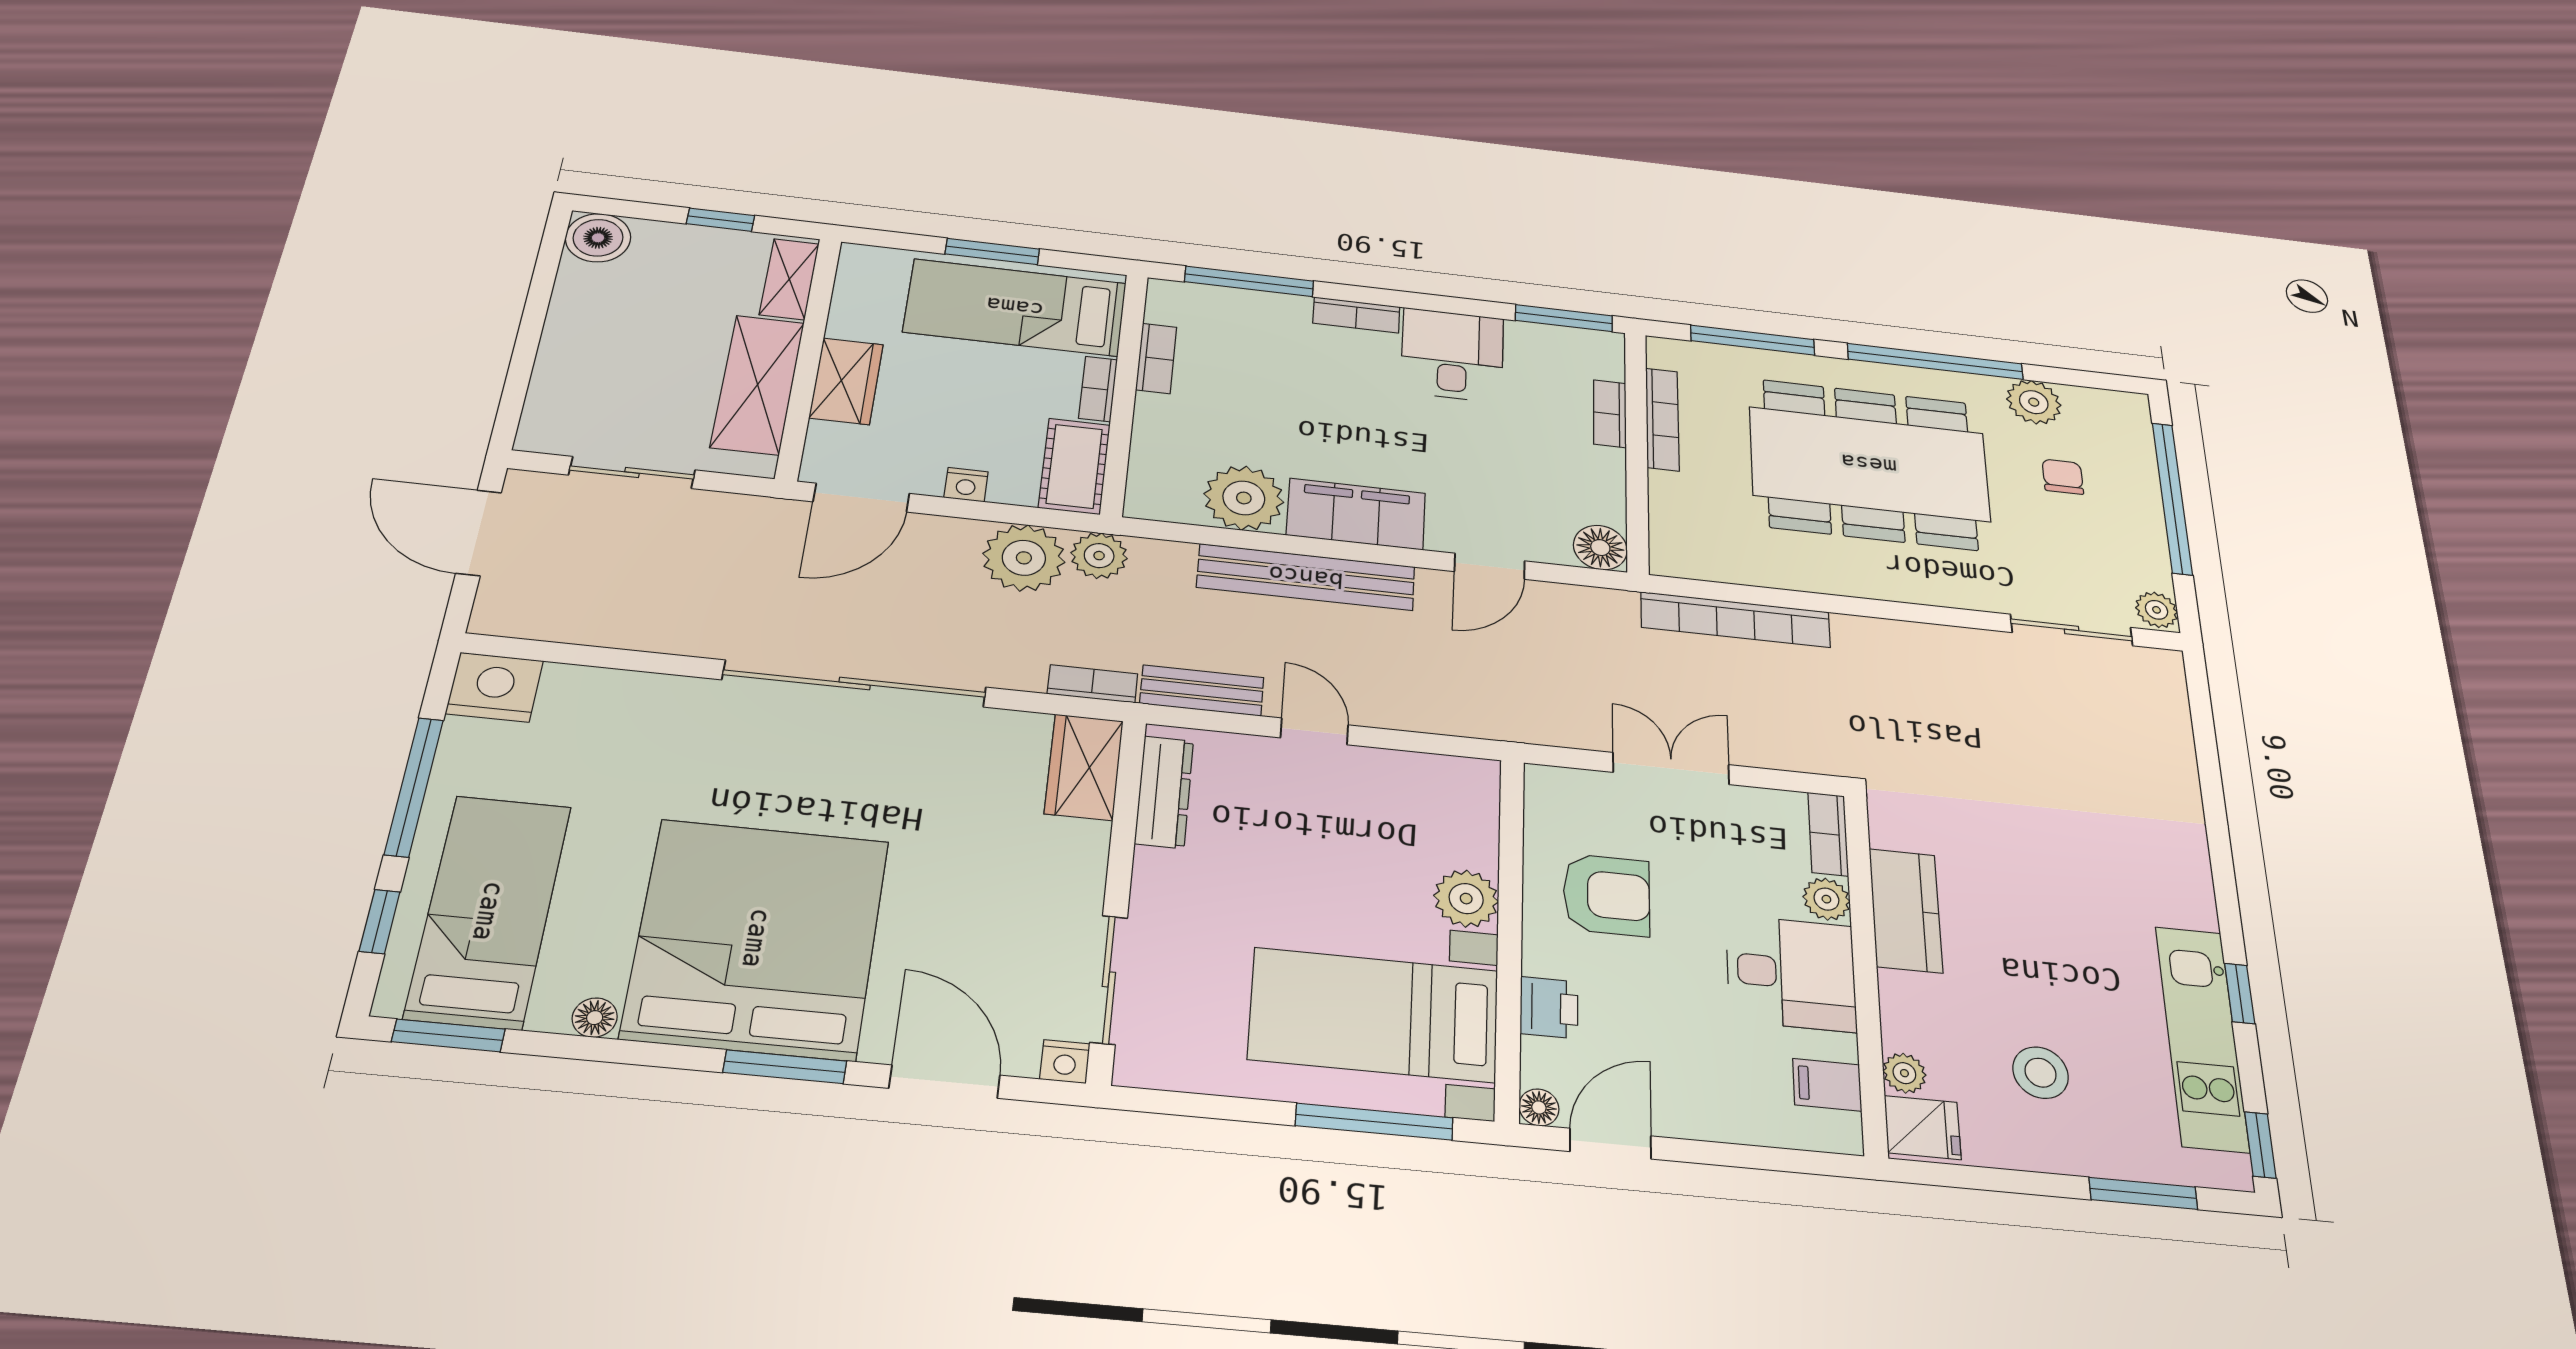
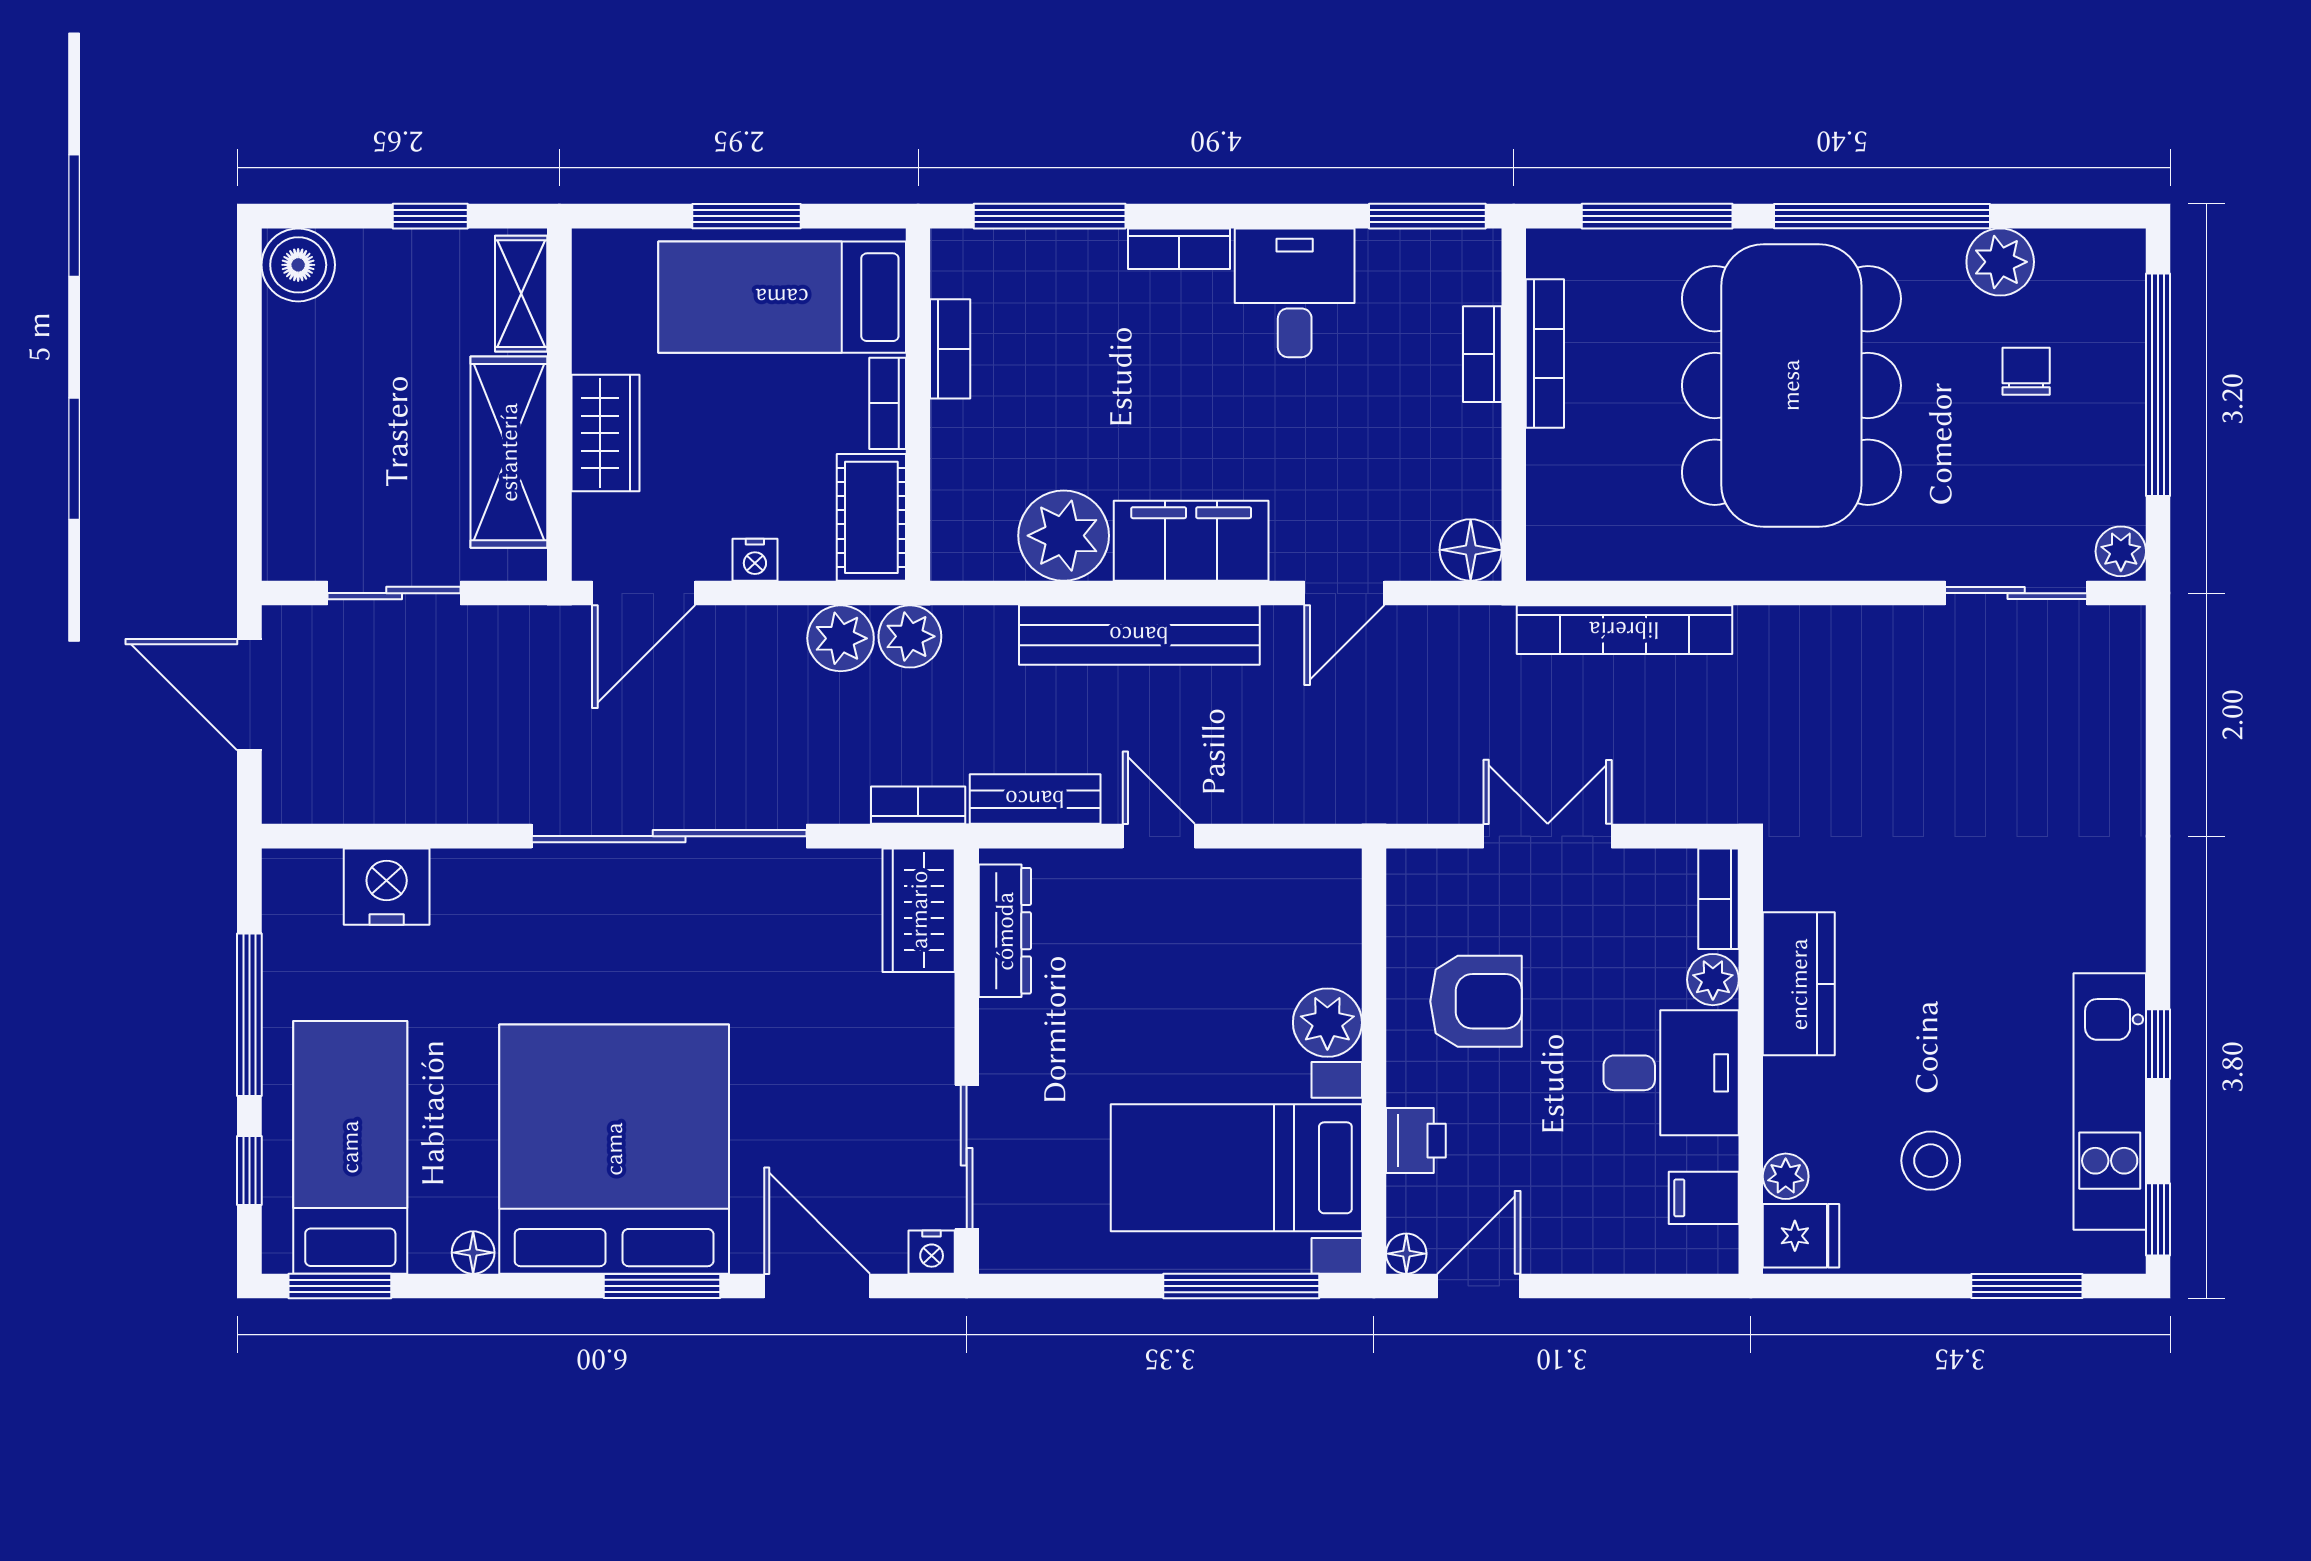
dining table: (1869, 464) -> (1791, 385), turned 90
plant: (1024, 558) -> (841, 638), width x0.73, depth x0.73
nightstand: (494, 687) -> (387, 887), moved

